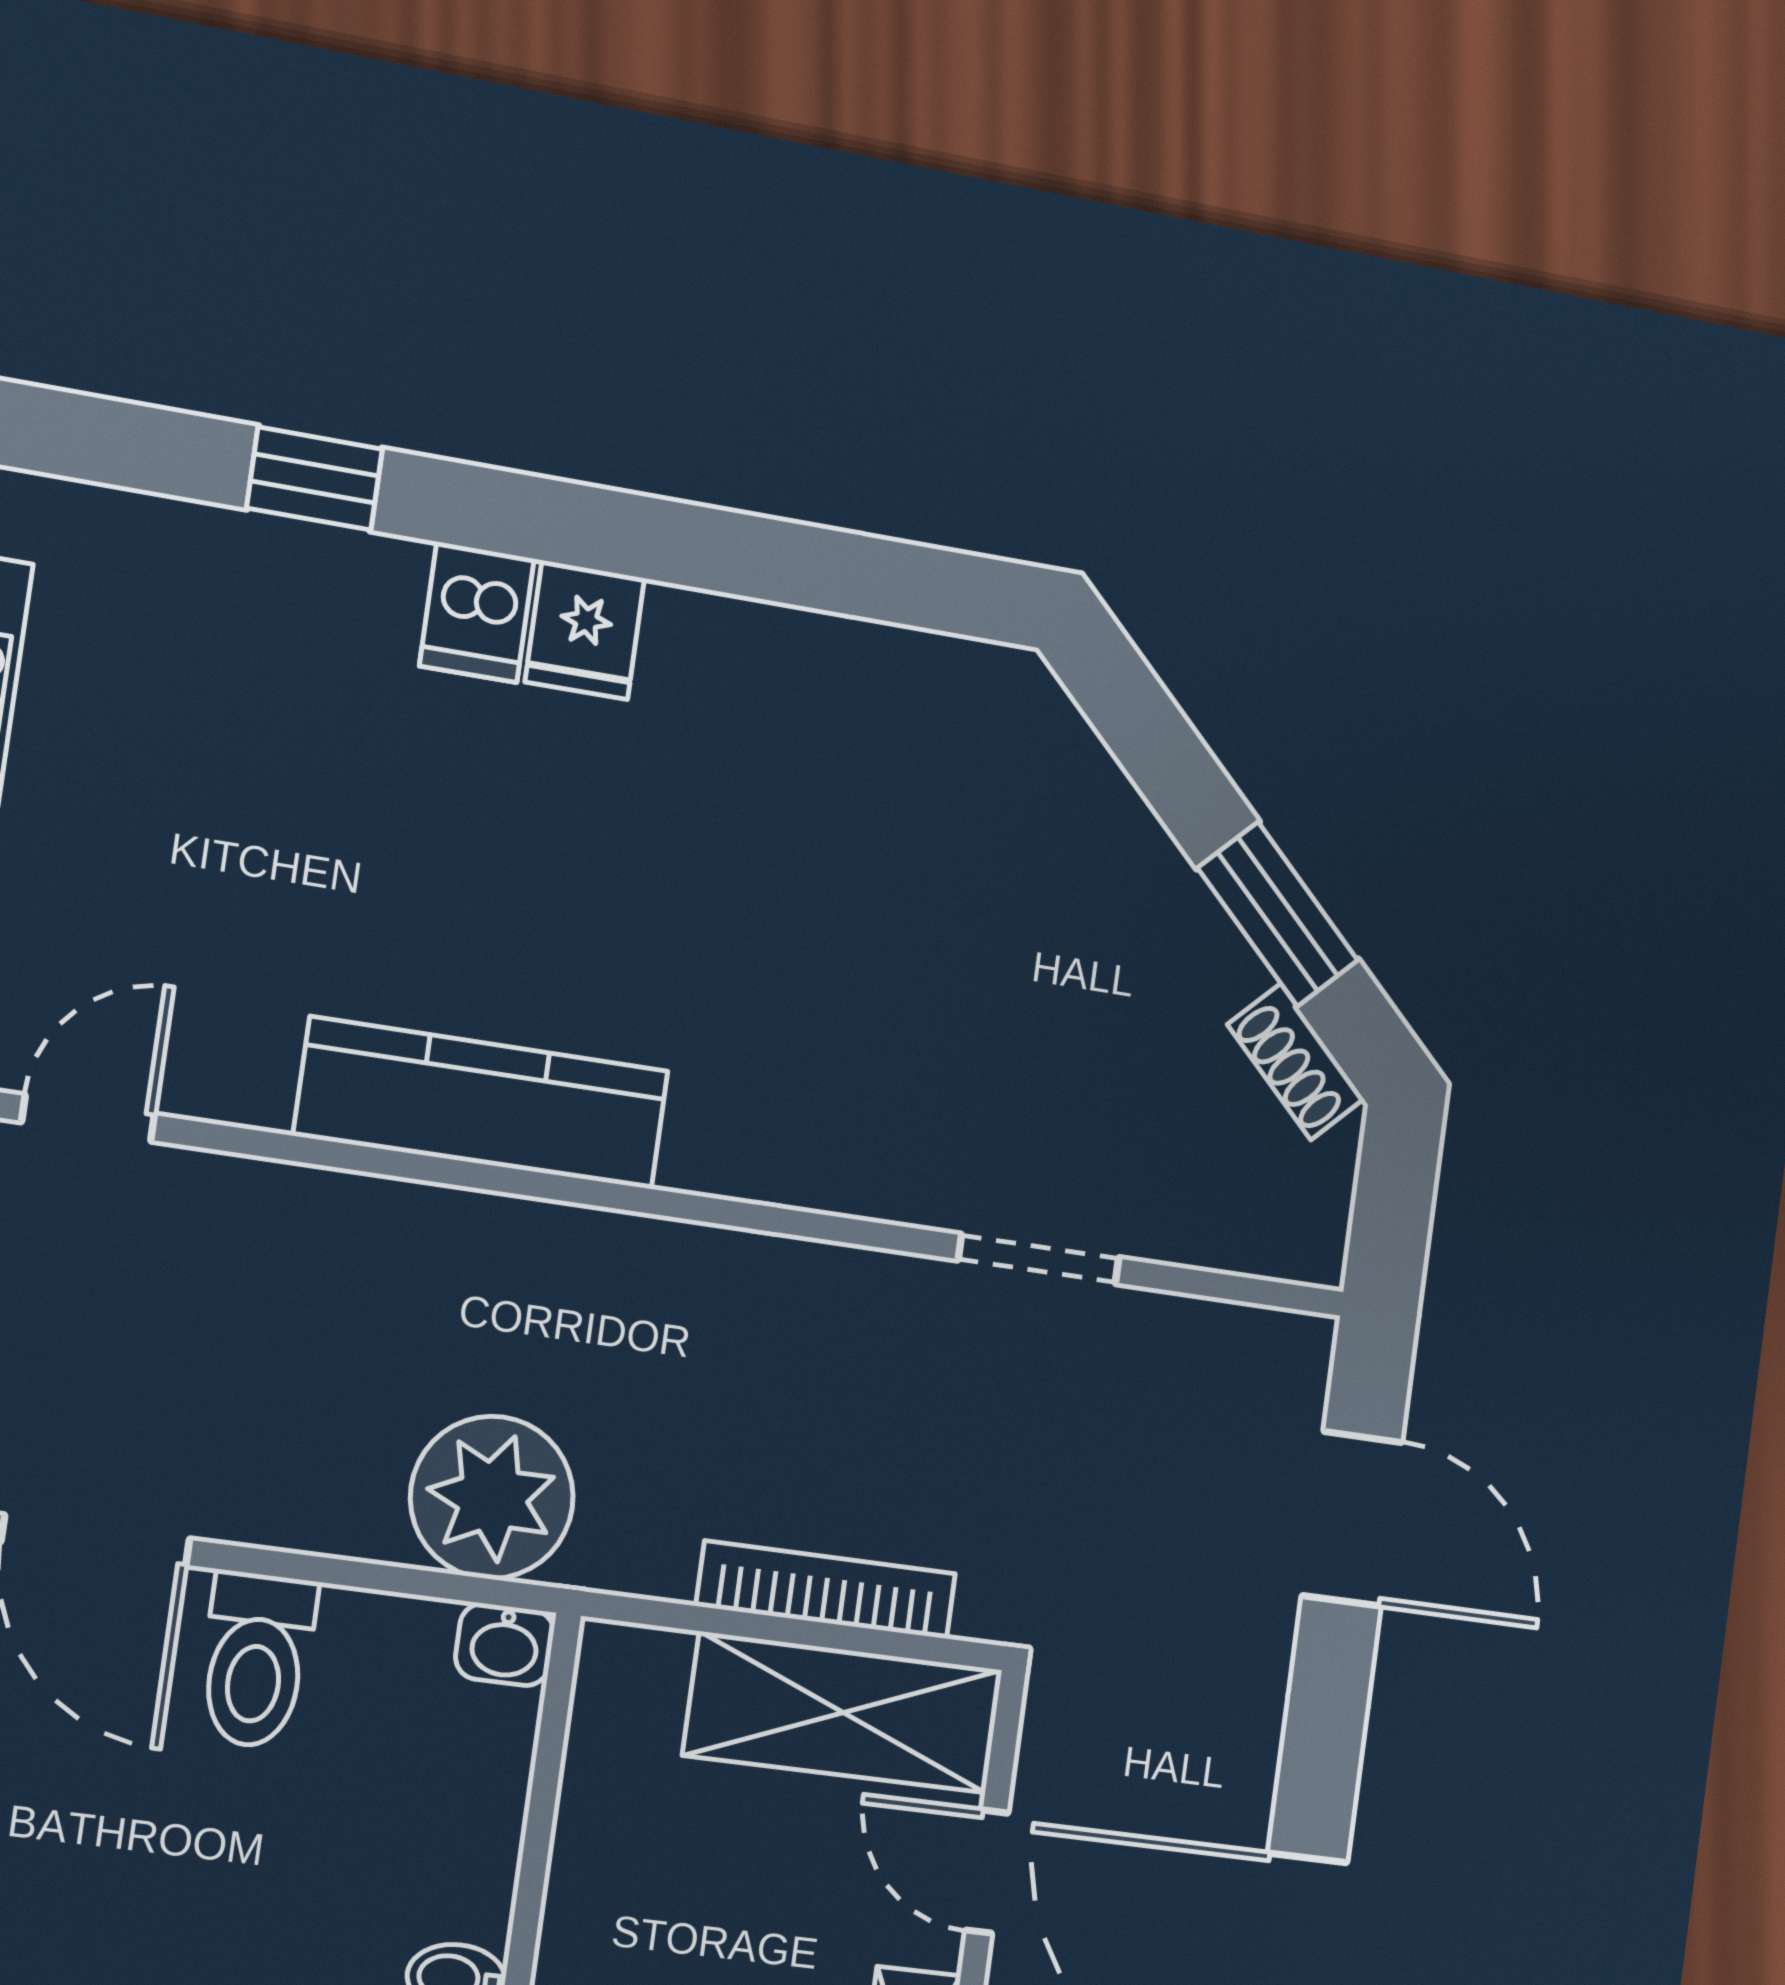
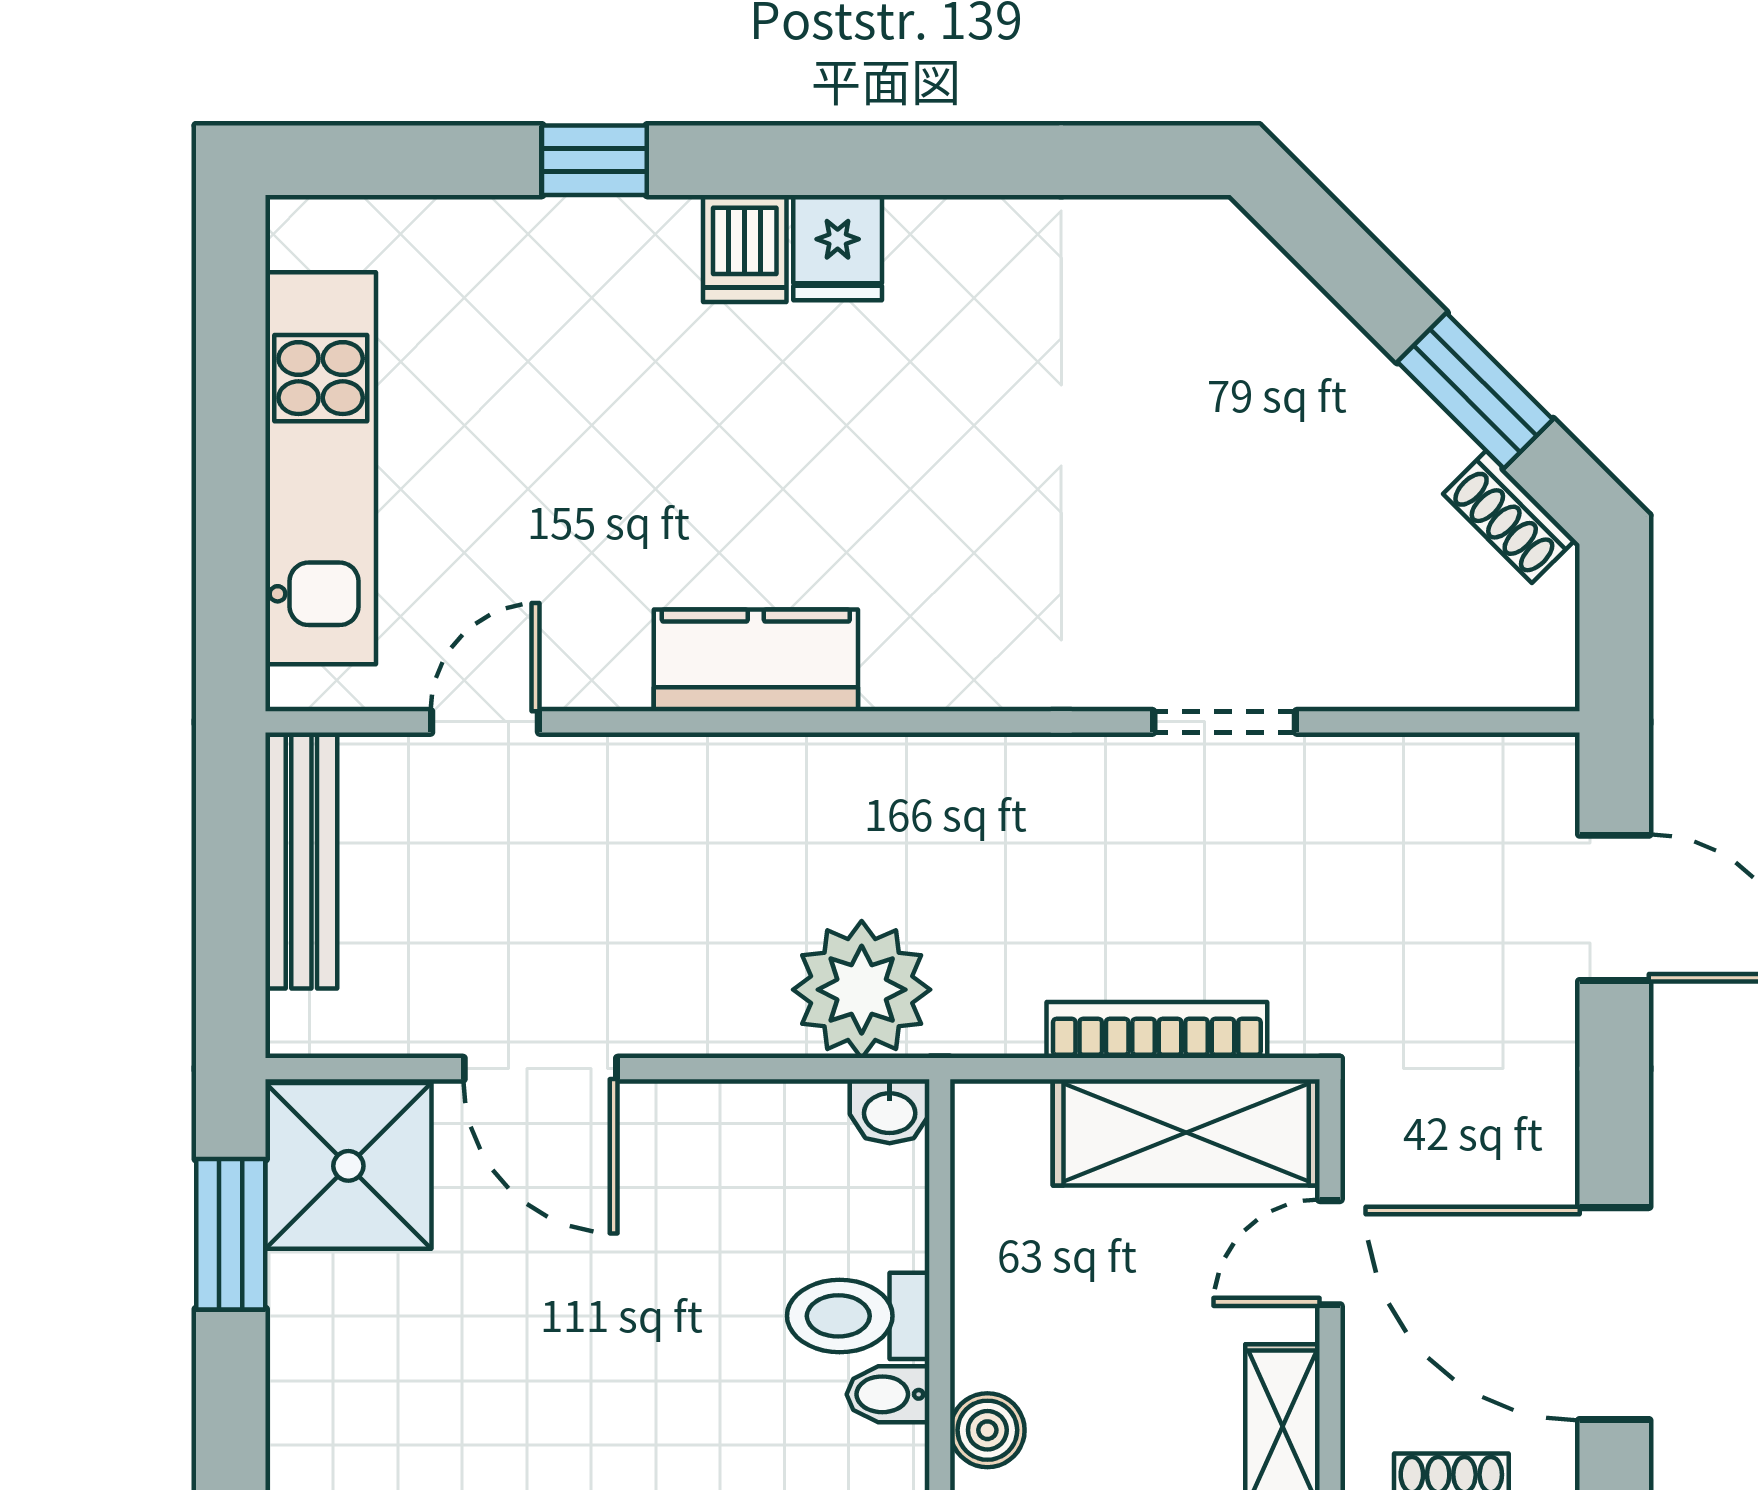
kitchen counter: (482, 1103) -> (756, 660), width x0.67
doorway: (1039, 1259) -> (1225, 722), moved
toilet: (256, 1660) -> (858, 1316), moved, turned 90
door: (987, 1872) -> (1330, 1253), hinge flipped

